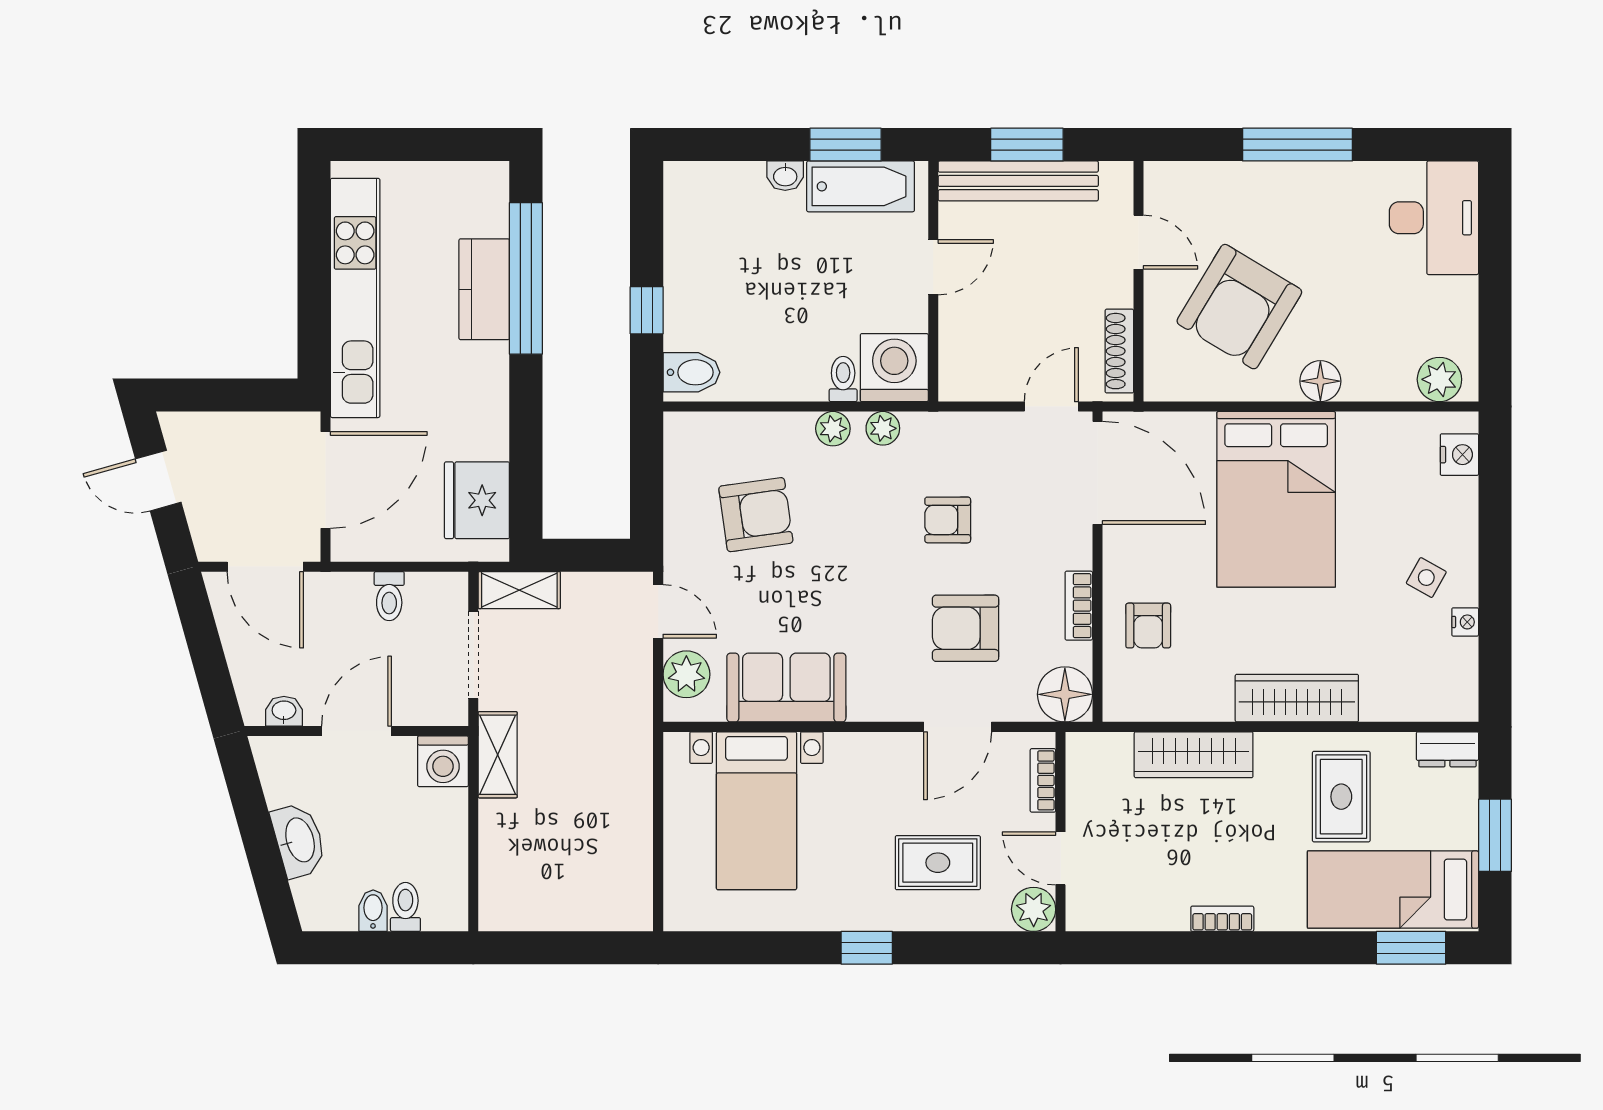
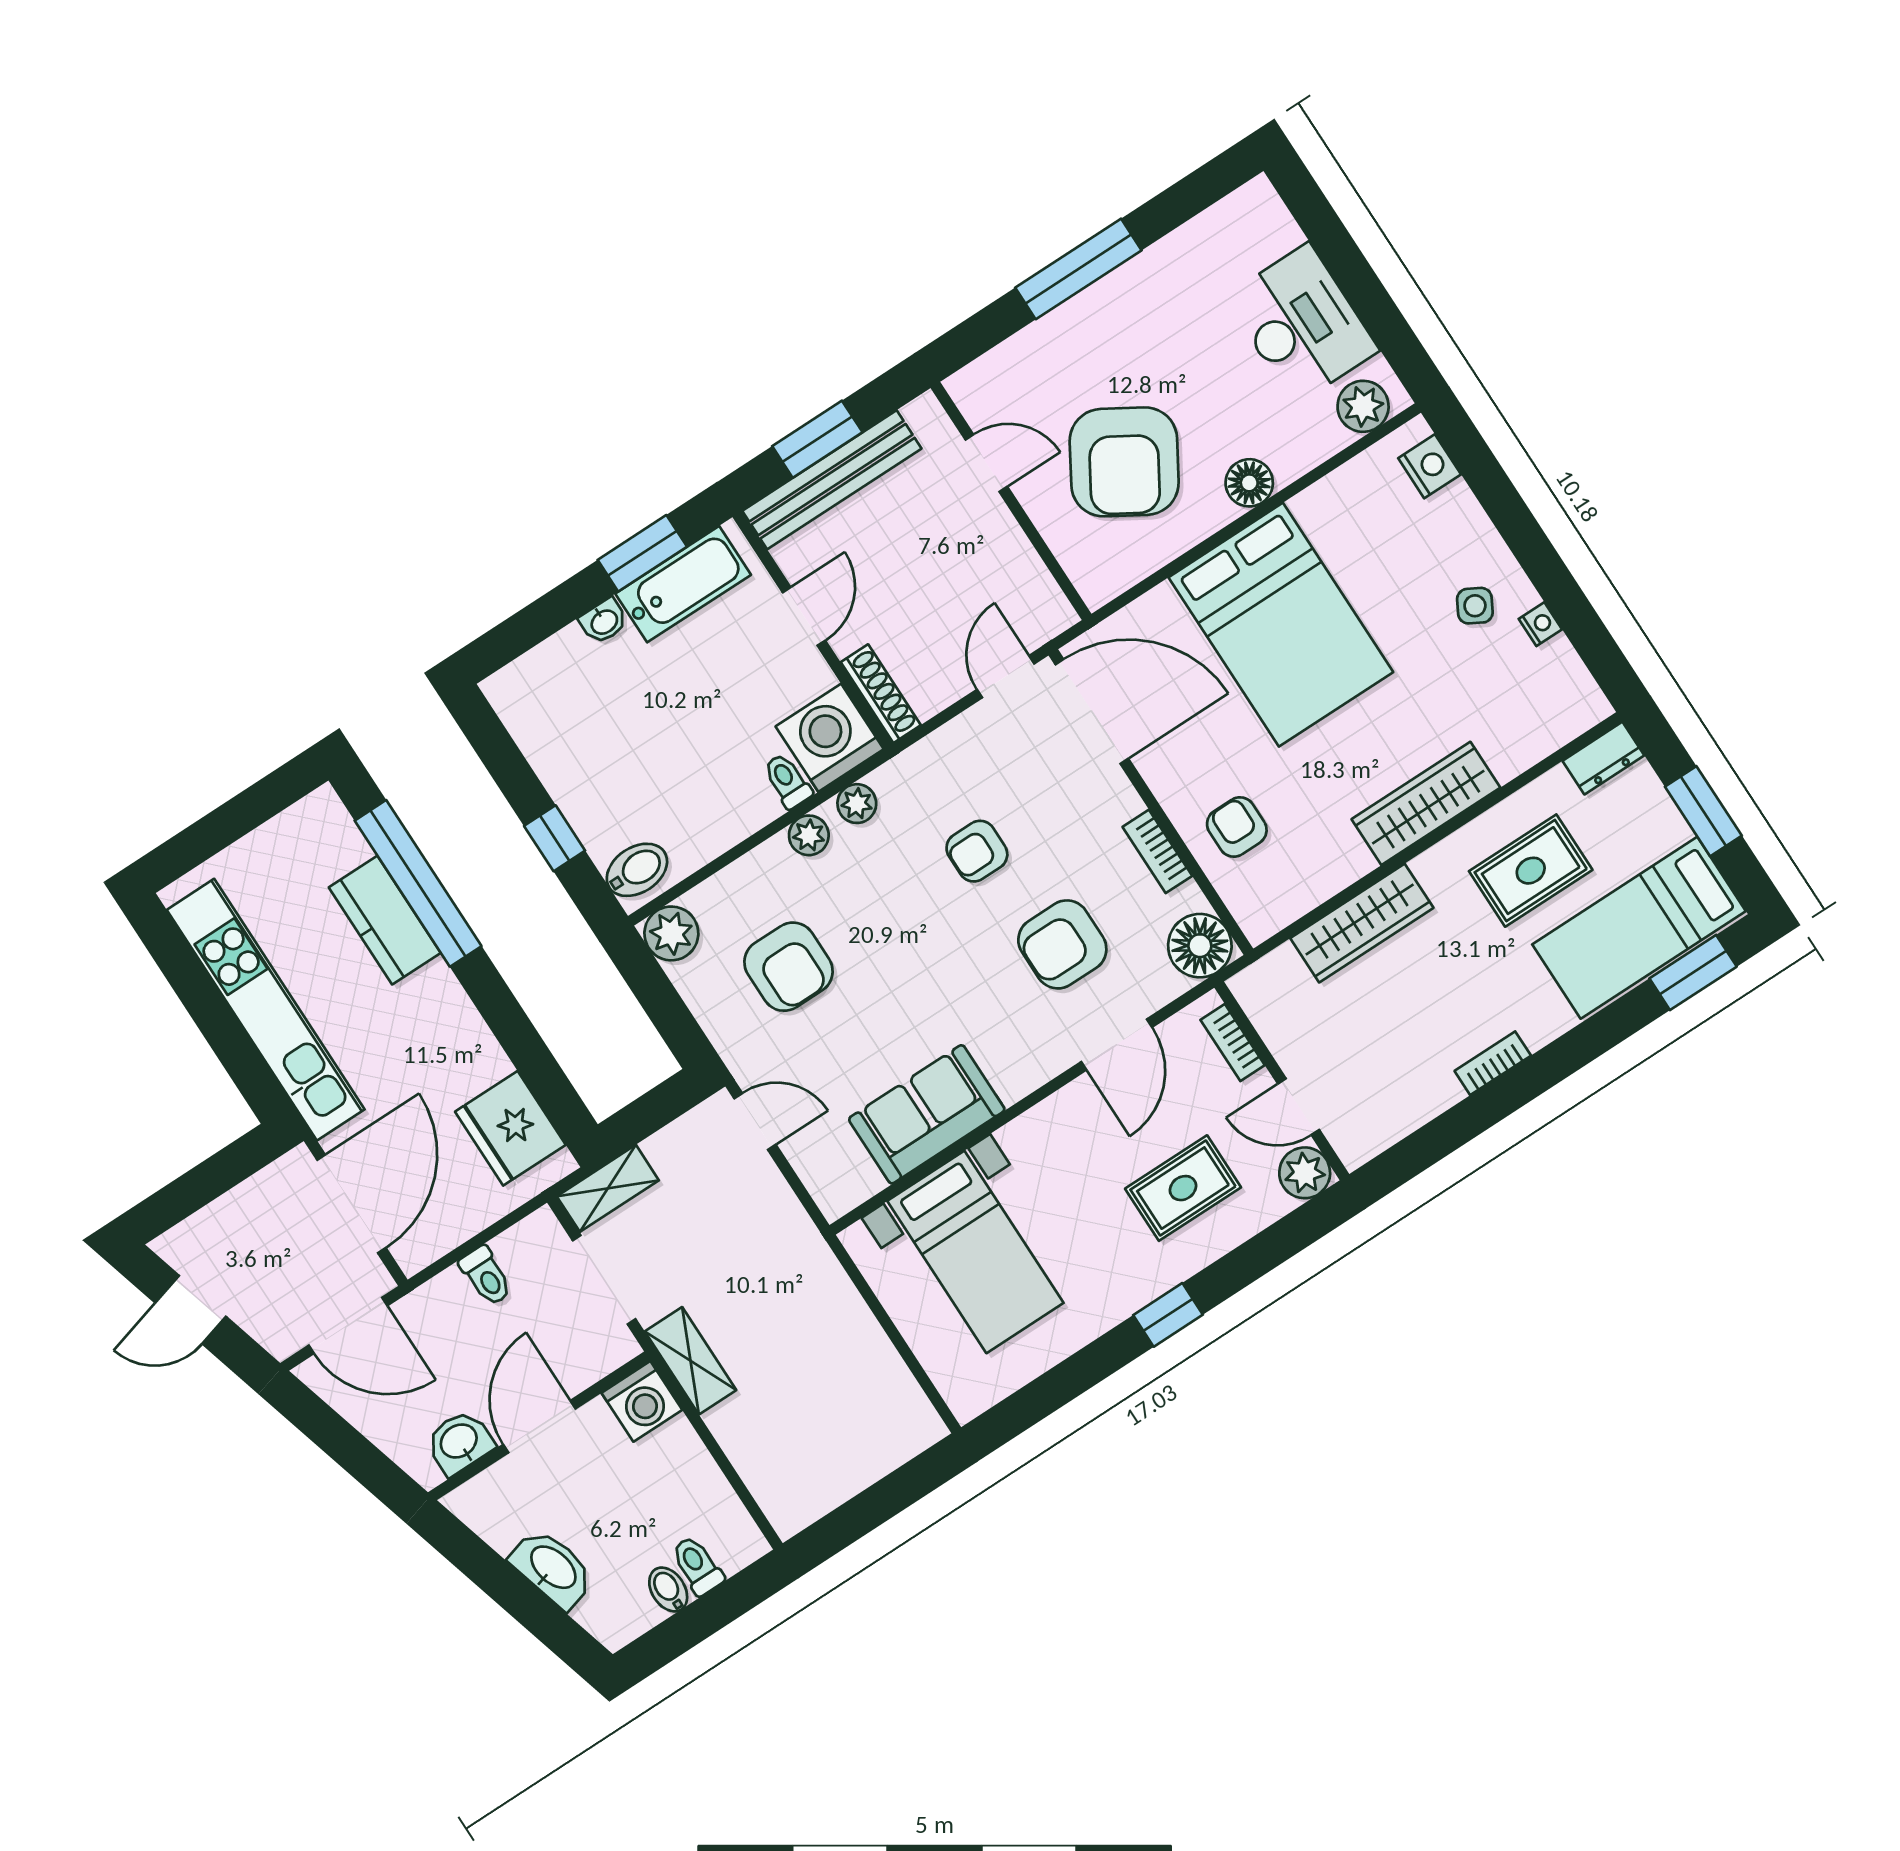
desk: (1434, 218) -> (1302, 324), moved
shoe rack: (1119, 351) -> (881, 694), moved, turned 180
armchair: (756, 515) -> (789, 967), turned 98
armchair: (1148, 626) -> (1237, 827), turned 180
plant: (686, 674) -> (671, 933), moved
washbasin: (284, 711) -> (459, 1442), width x1.38, depth x1.45
rug: (1341, 797) -> (1531, 871), turned 90

